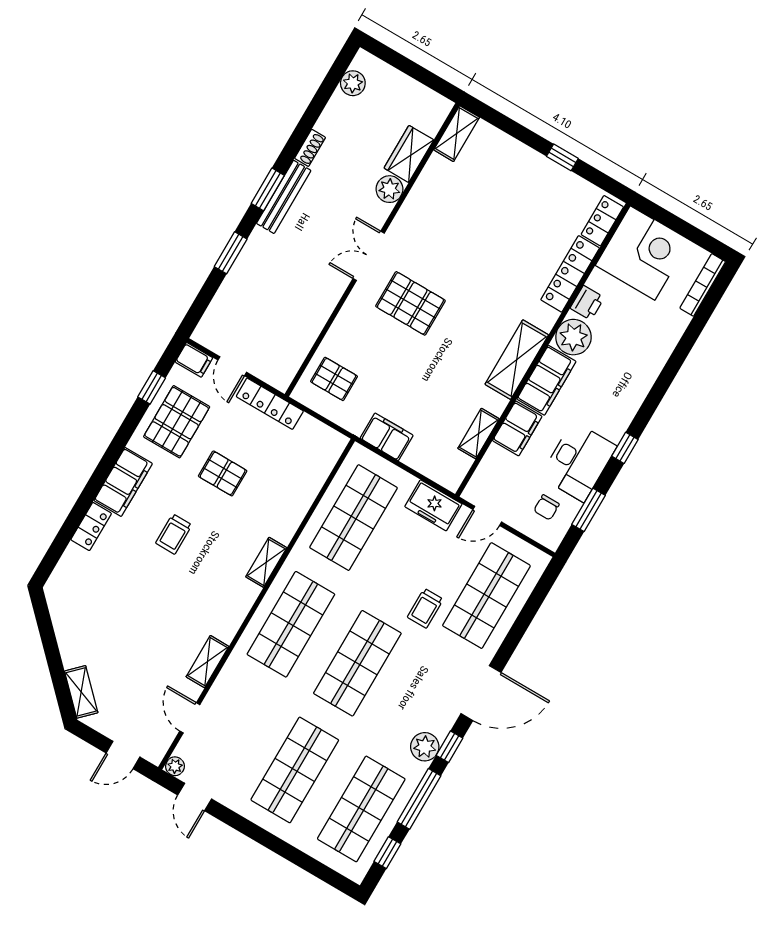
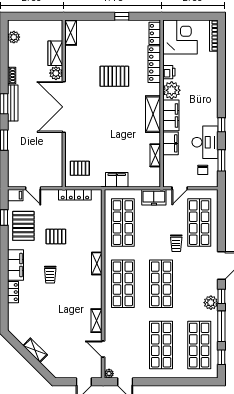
double door: (369, 256) -> (64, 107), width x1.87
pallet: (410, 303) -> (114, 76), moved
locker: (270, 404) -> (75, 195), moved
shelving: (81, 692) -> (35, 350), moved

